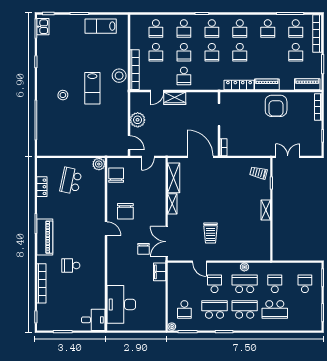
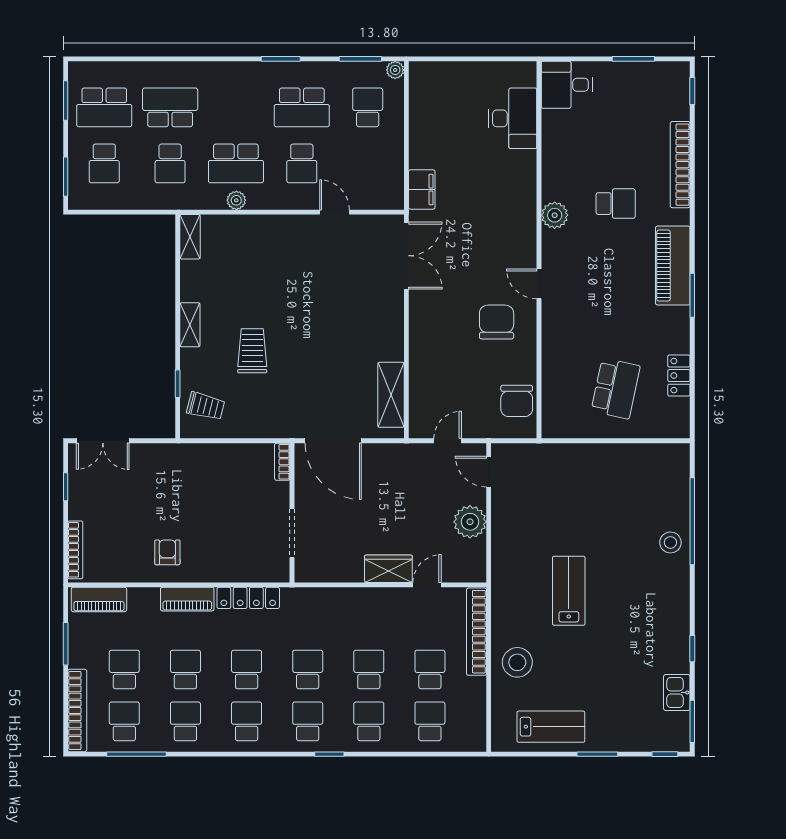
kitchen sink: (43, 27) -> (677, 692), moved
stool: (119, 76) -> (517, 662), moved
school desk: (184, 76) -> (185, 669), moved
stool: (63, 95) -> (670, 542), moved
armchair: (276, 106) -> (167, 552), width x0.53, depth x0.53
double door: (288, 157) -> (103, 441), moved
plant: (99, 164) -> (555, 215), moved
shelving: (172, 204) -> (190, 237), moved
trolley: (211, 233) -> (252, 351), moved
chair: (144, 249) -> (457, 240), removed
desk: (121, 304) -> (513, 118), width x0.73, depth x0.77
school desk: (245, 309) -> (104, 107), moved

